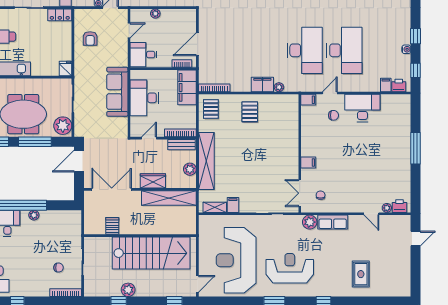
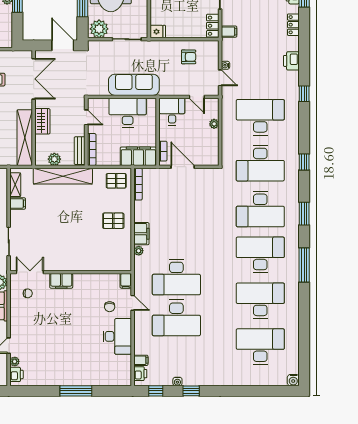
armchair: (90, 38) -> (189, 57), turned 180
filing cabinet: (308, 163) -> (61, 281), width x2.00

